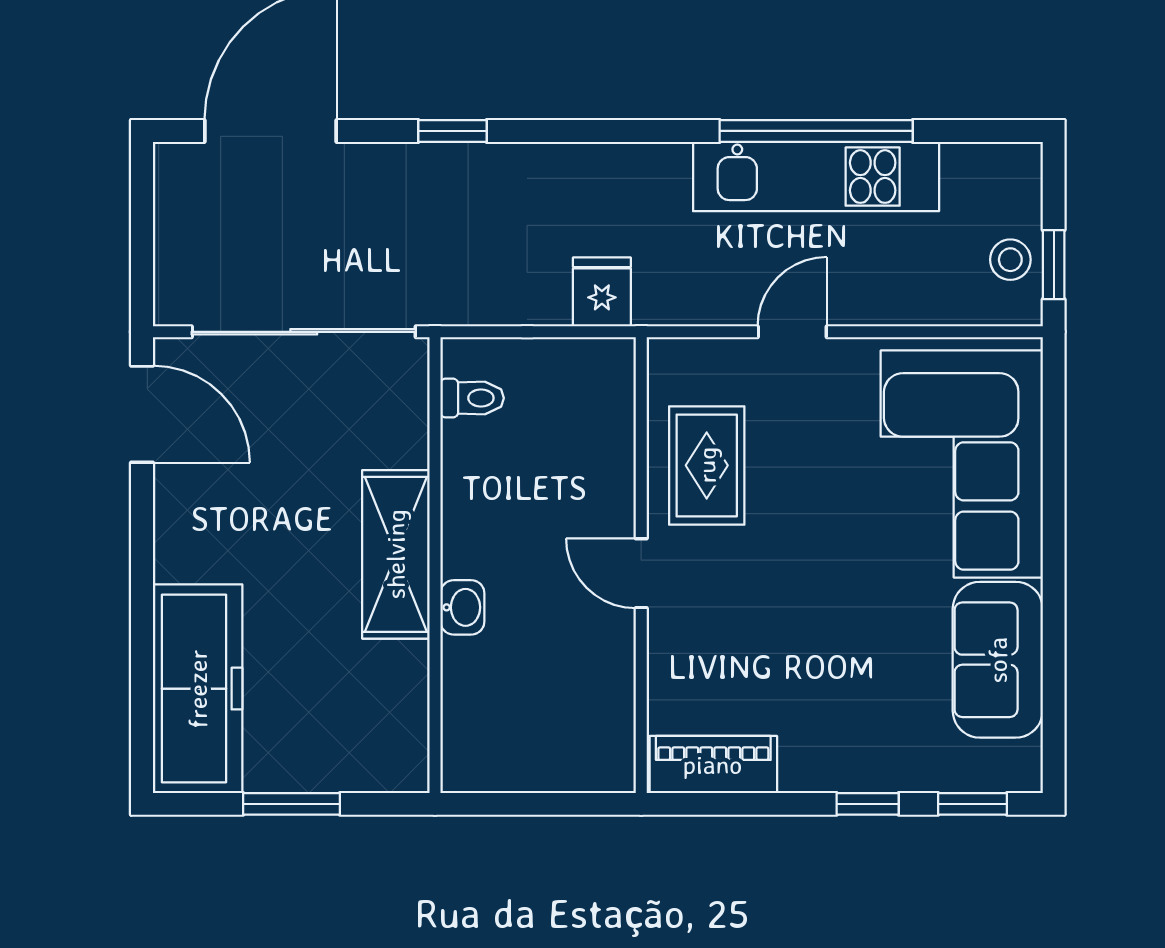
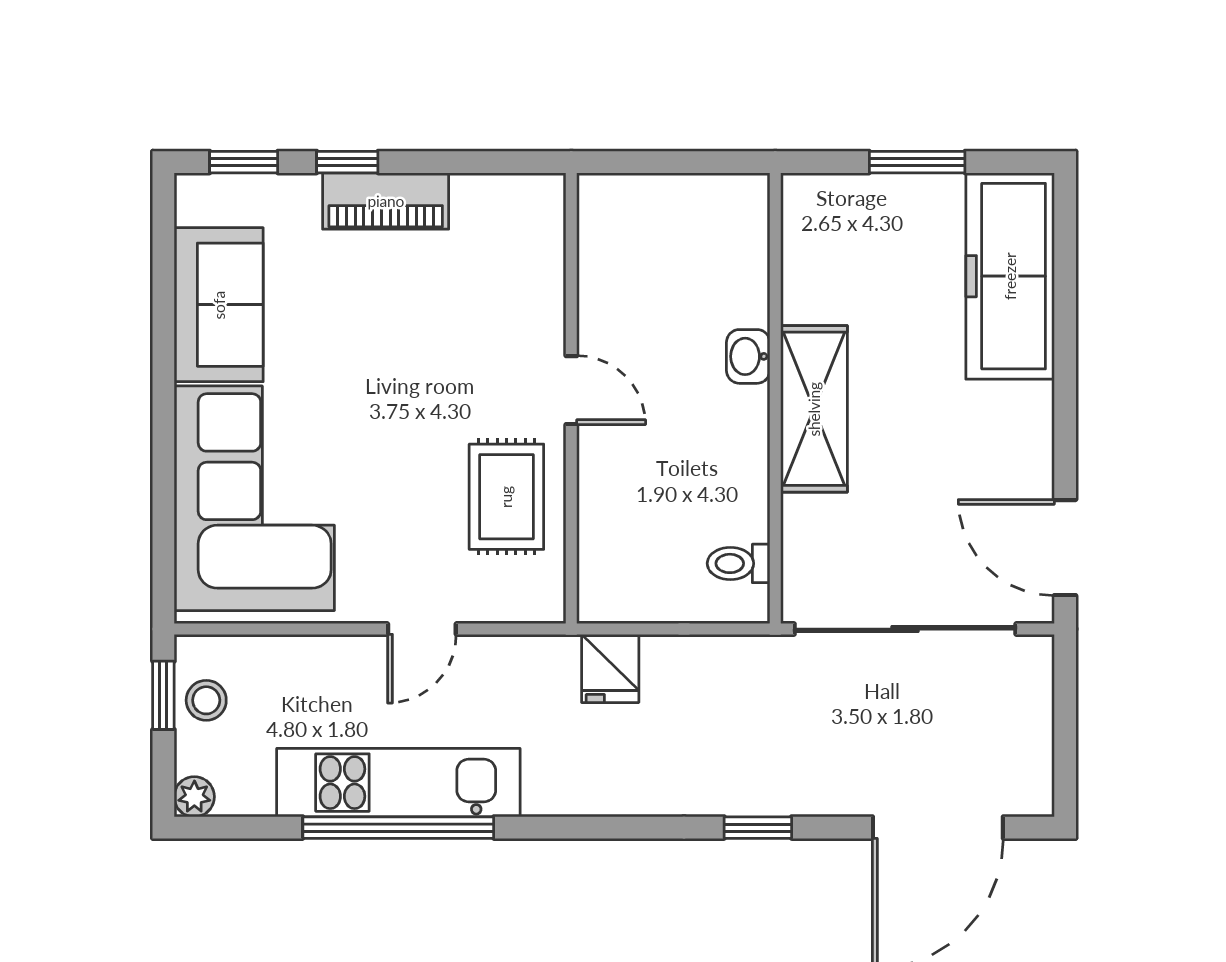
plant: (1022, 162) -> (194, 797), added
piano: (713, 765) -> (386, 201), moved

